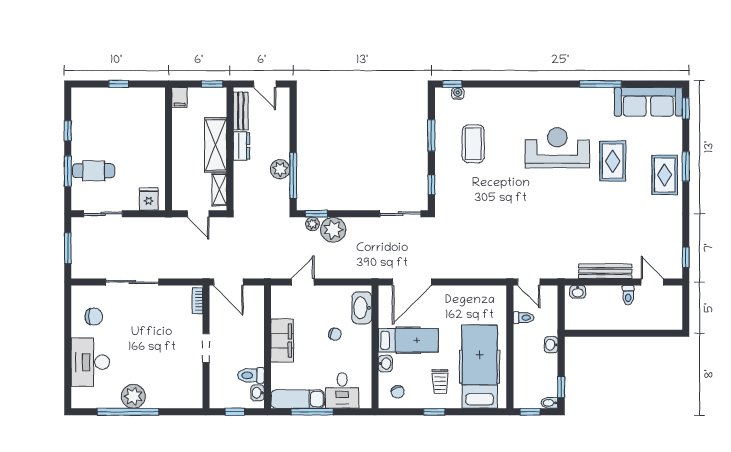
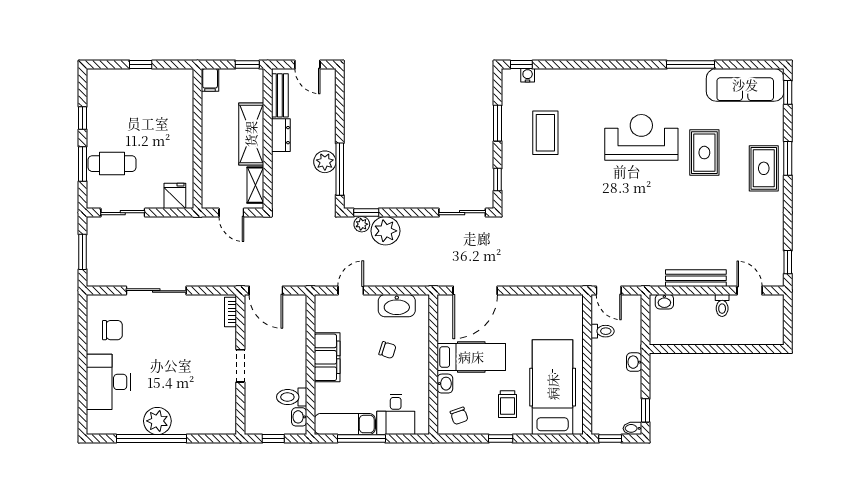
washbasin: (362, 308) -> (397, 306), moved, turned -90

